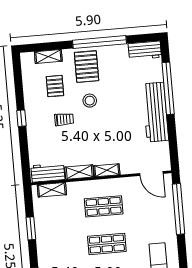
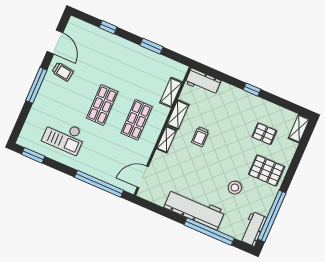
window: (99, 42) -> (272, 216), moved
shelving: (48, 56) -> (299, 129), moved
stool: (90, 101) -> (235, 188), moved
trolley: (64, 119) -> (200, 137), moved
workbench: (48, 173) -> (203, 82), moved, turned 90
shelving: (52, 190) -> (171, 92), moved

